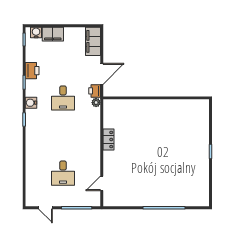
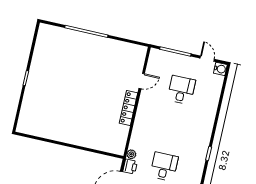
water cooler: (31, 103) -> (220, 69), moved
locker: (109, 139) -> (128, 108), width x1.53
door: (102, 183) -> (142, 81), moved

